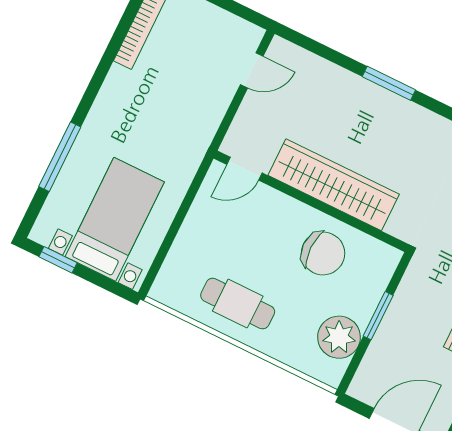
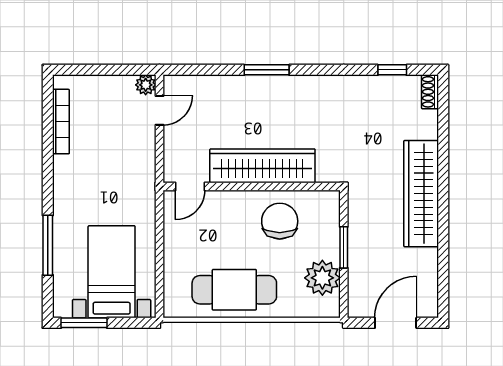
plant: (250, 36) -> (146, 85), added
chair: (323, 253) -> (280, 221), turned -90
window: (58, 260) -> (84, 323), width x1.50
cafe table: (238, 304) -> (234, 290), width x1.37, depth x1.35

